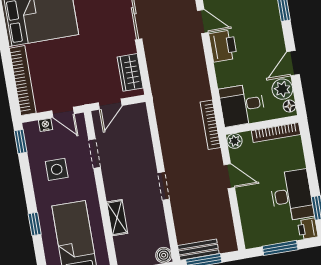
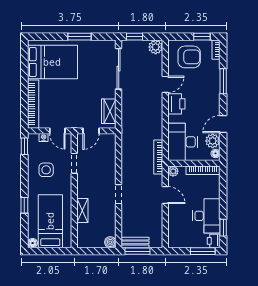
door: (203, 21) -> (165, 84), hinge flipped
desk: (242, 105) -> (183, 142), width x1.37
window: (280, 248) -> (203, 251), moved

